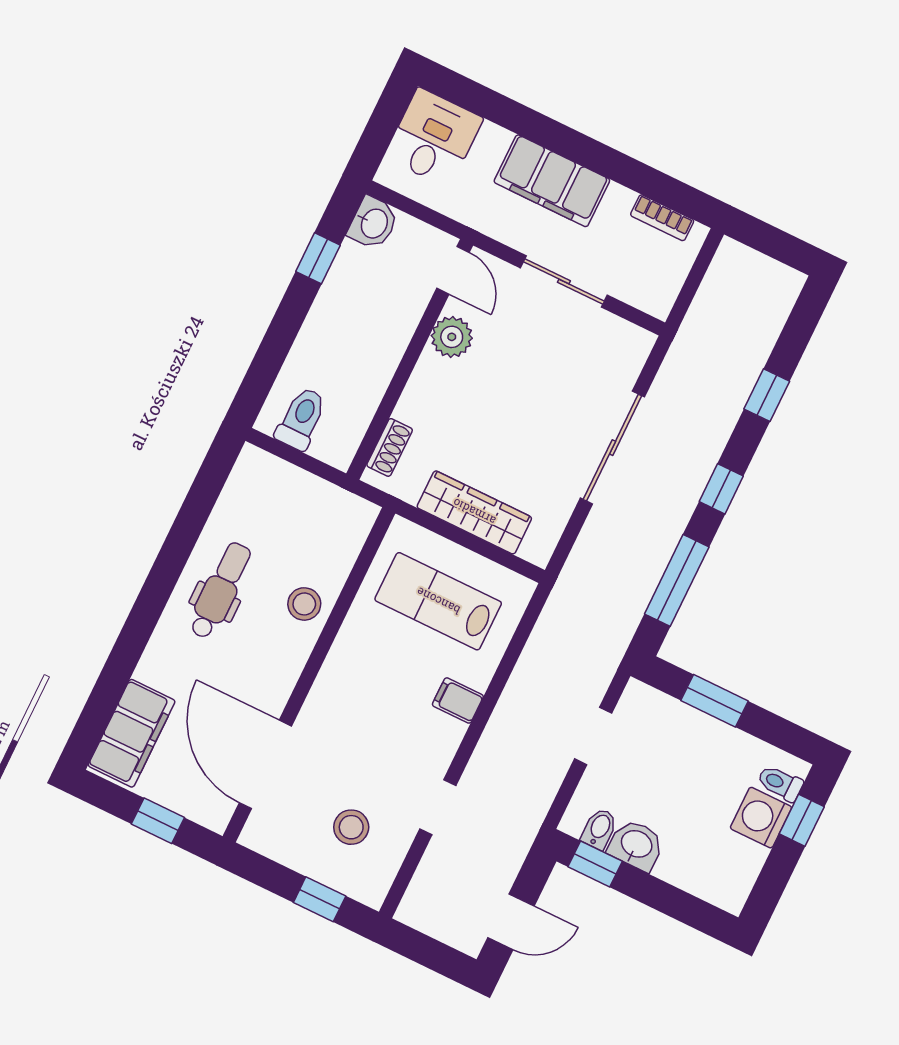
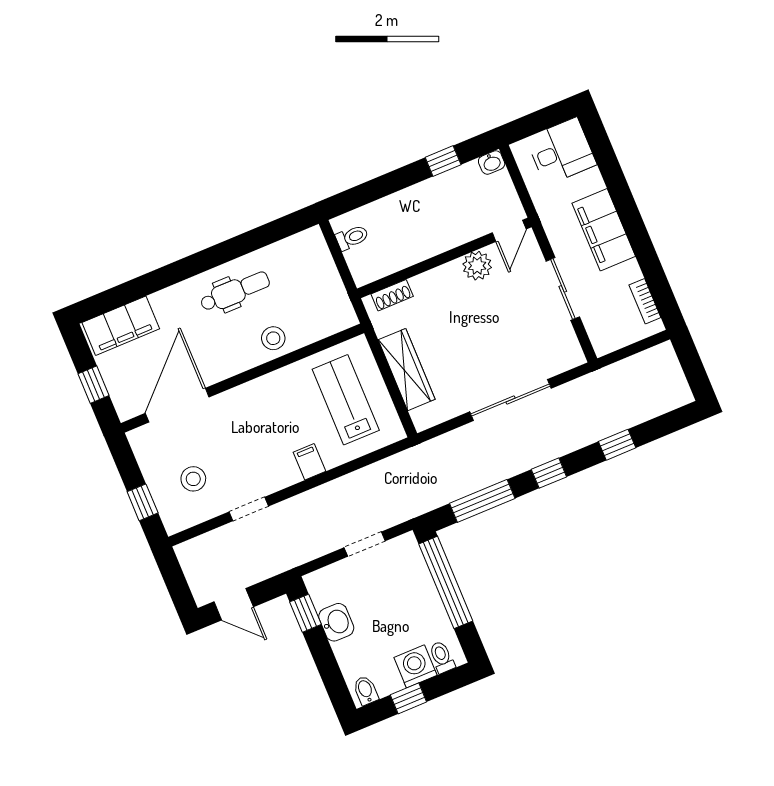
washbasin: (373, 223) -> (492, 162), width x0.72, depth x0.69
toilet: (301, 419) -> (352, 237), width x0.73, depth x0.72
window: (715, 701) -> (446, 582), width x2.11
window: (802, 820) -> (408, 698), moved
bidet: (599, 829) -> (366, 690), moved, turned -90

